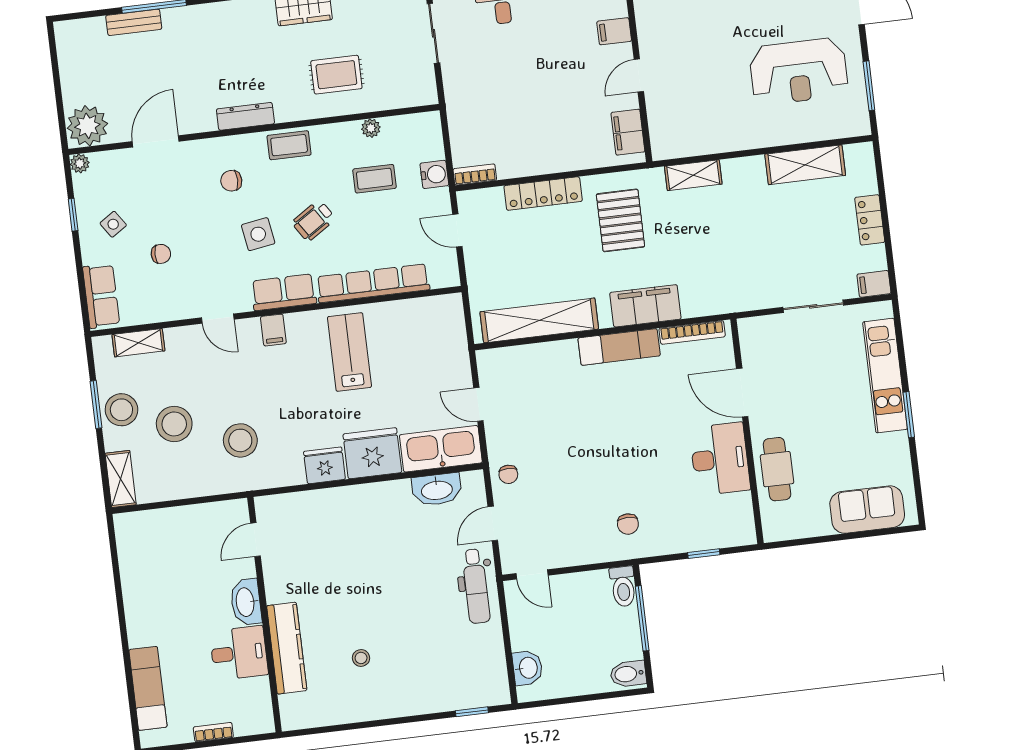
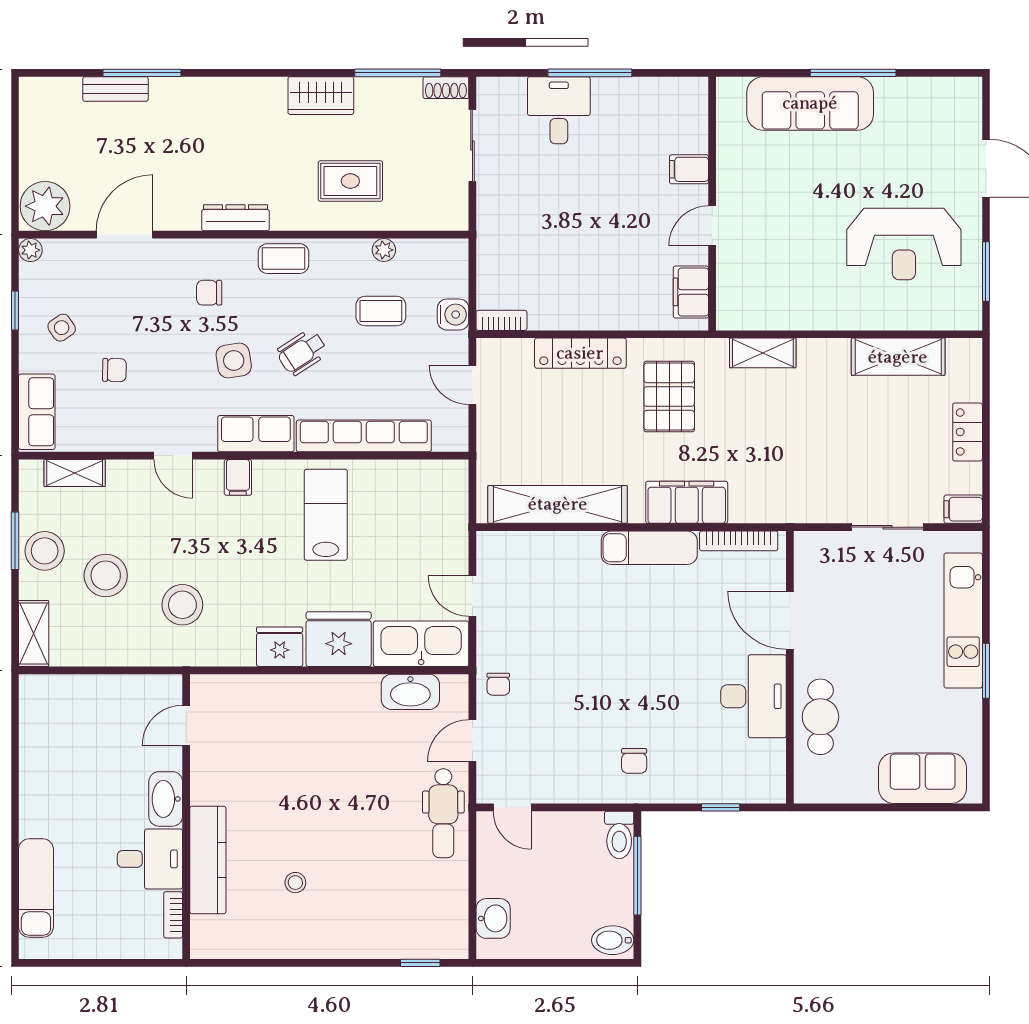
bookcase: (213, 732) -> (173, 915), moved, turned -90

